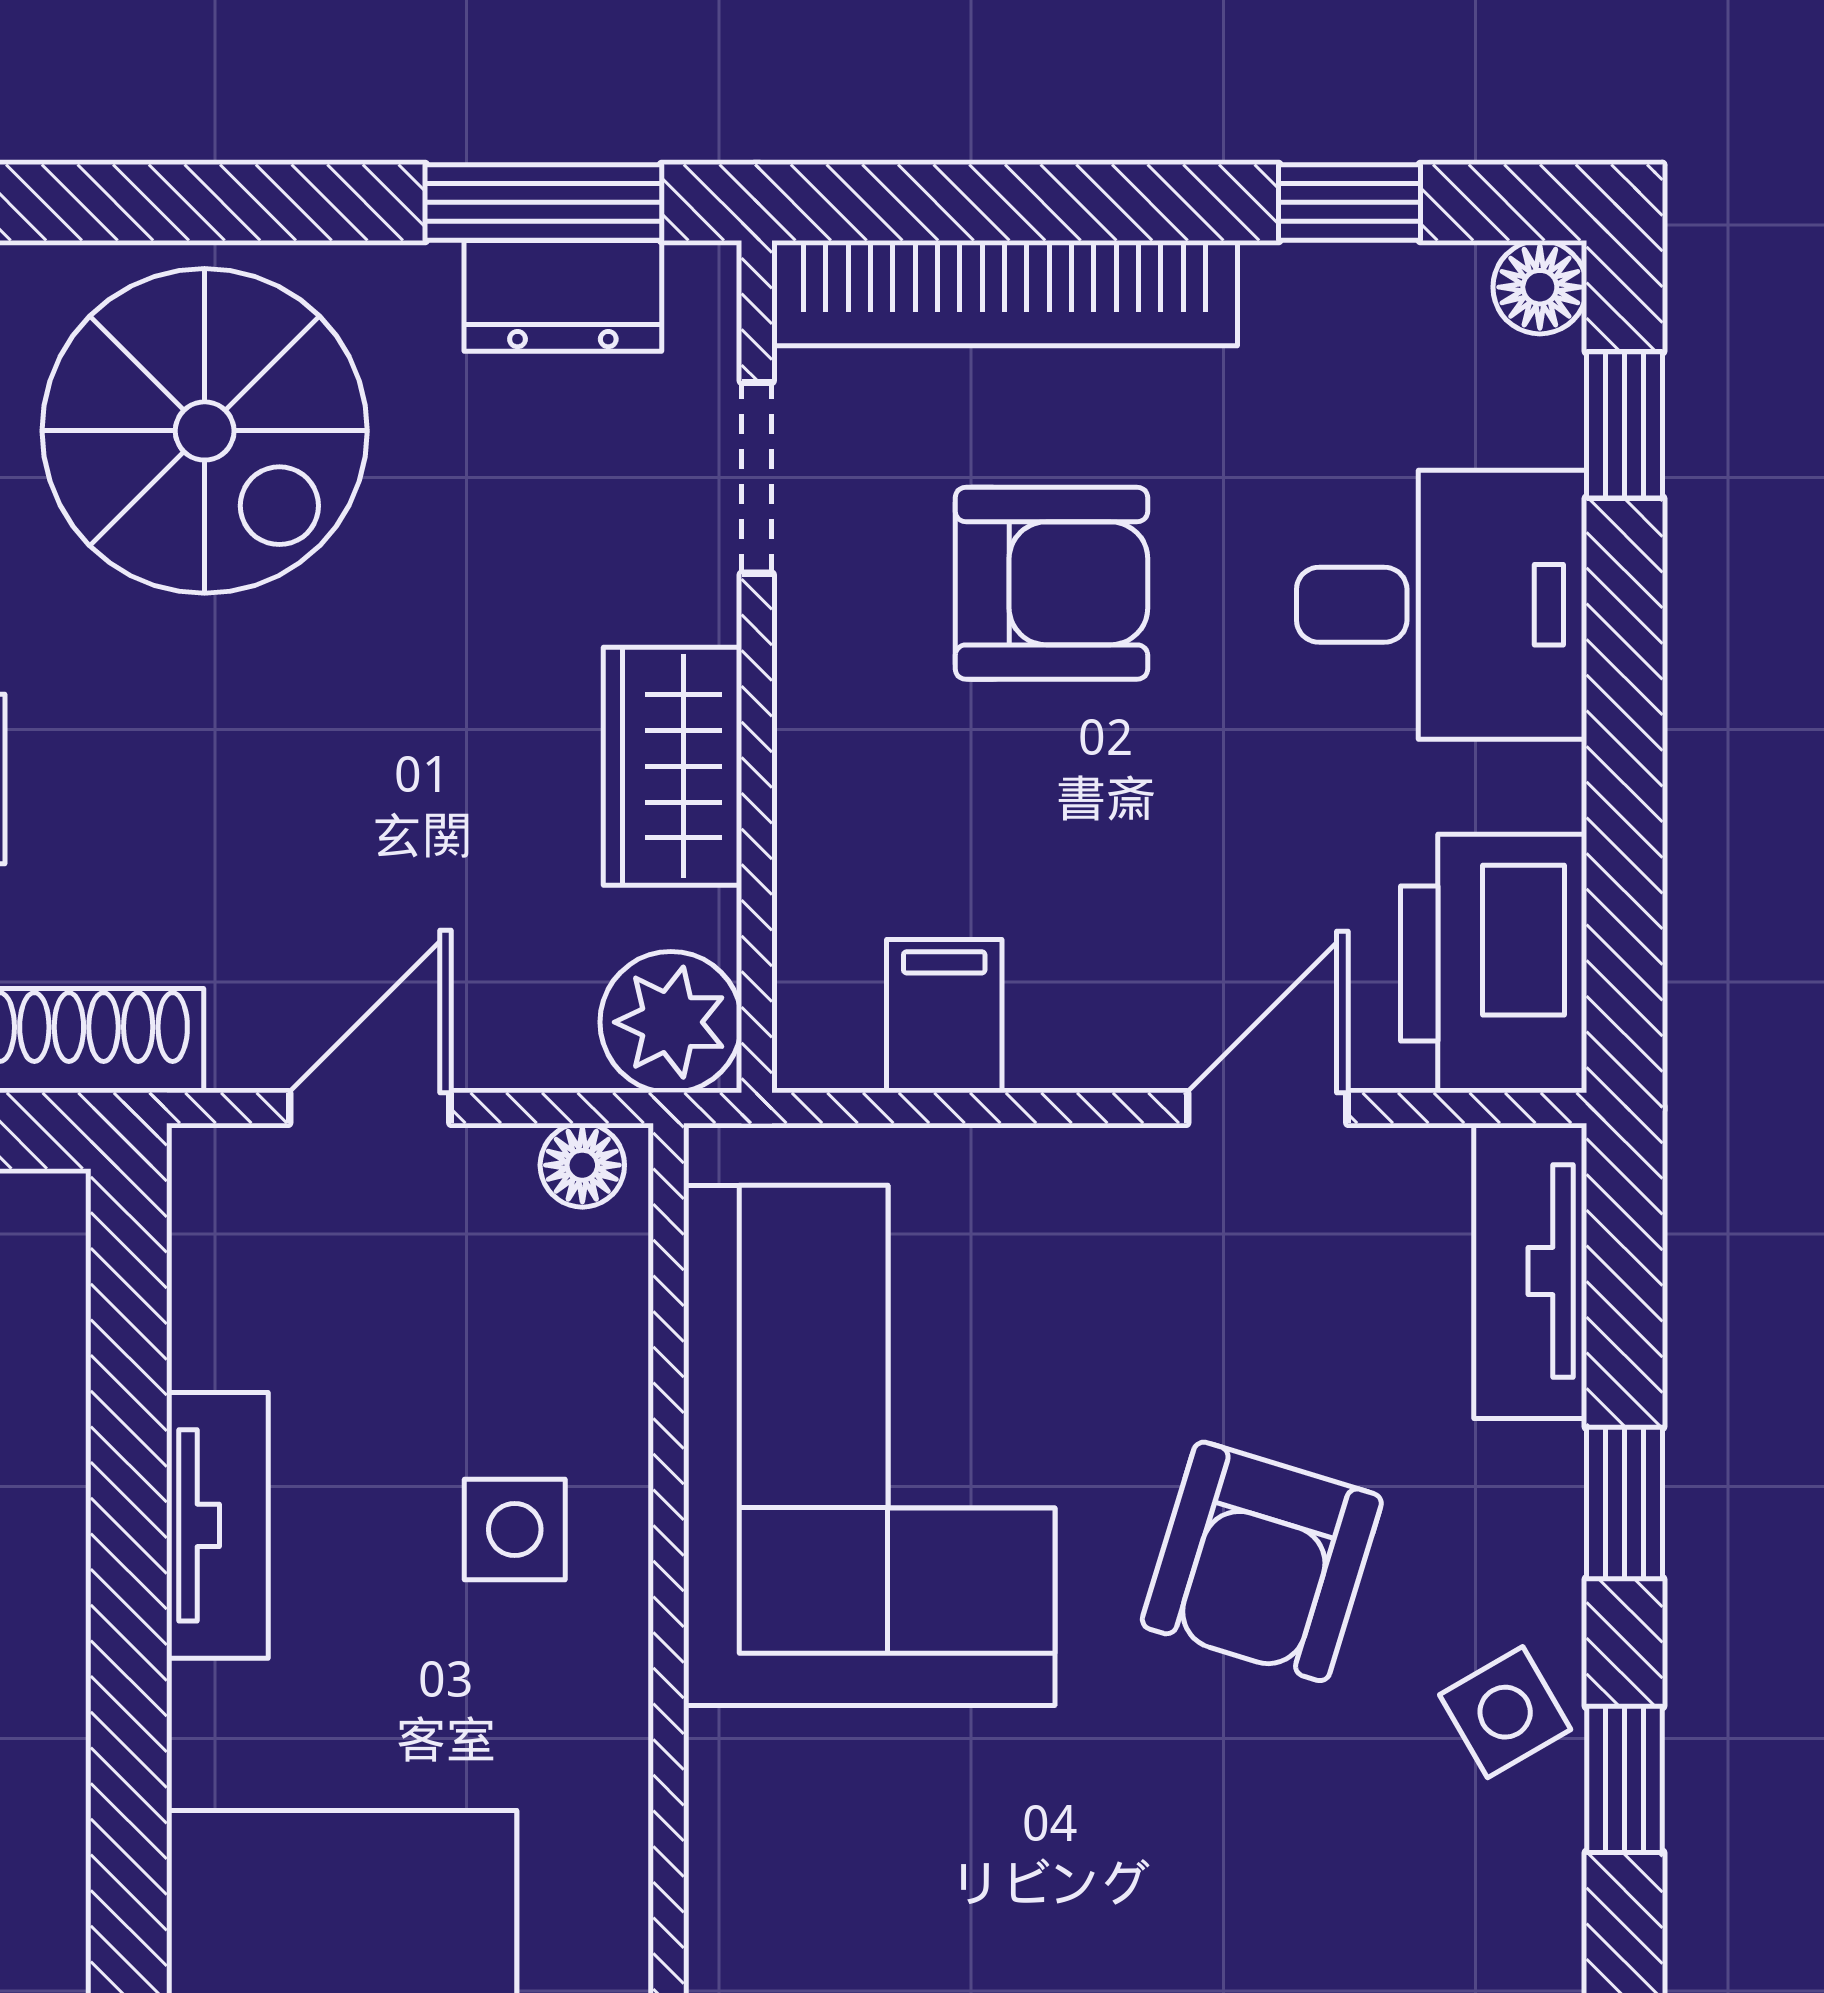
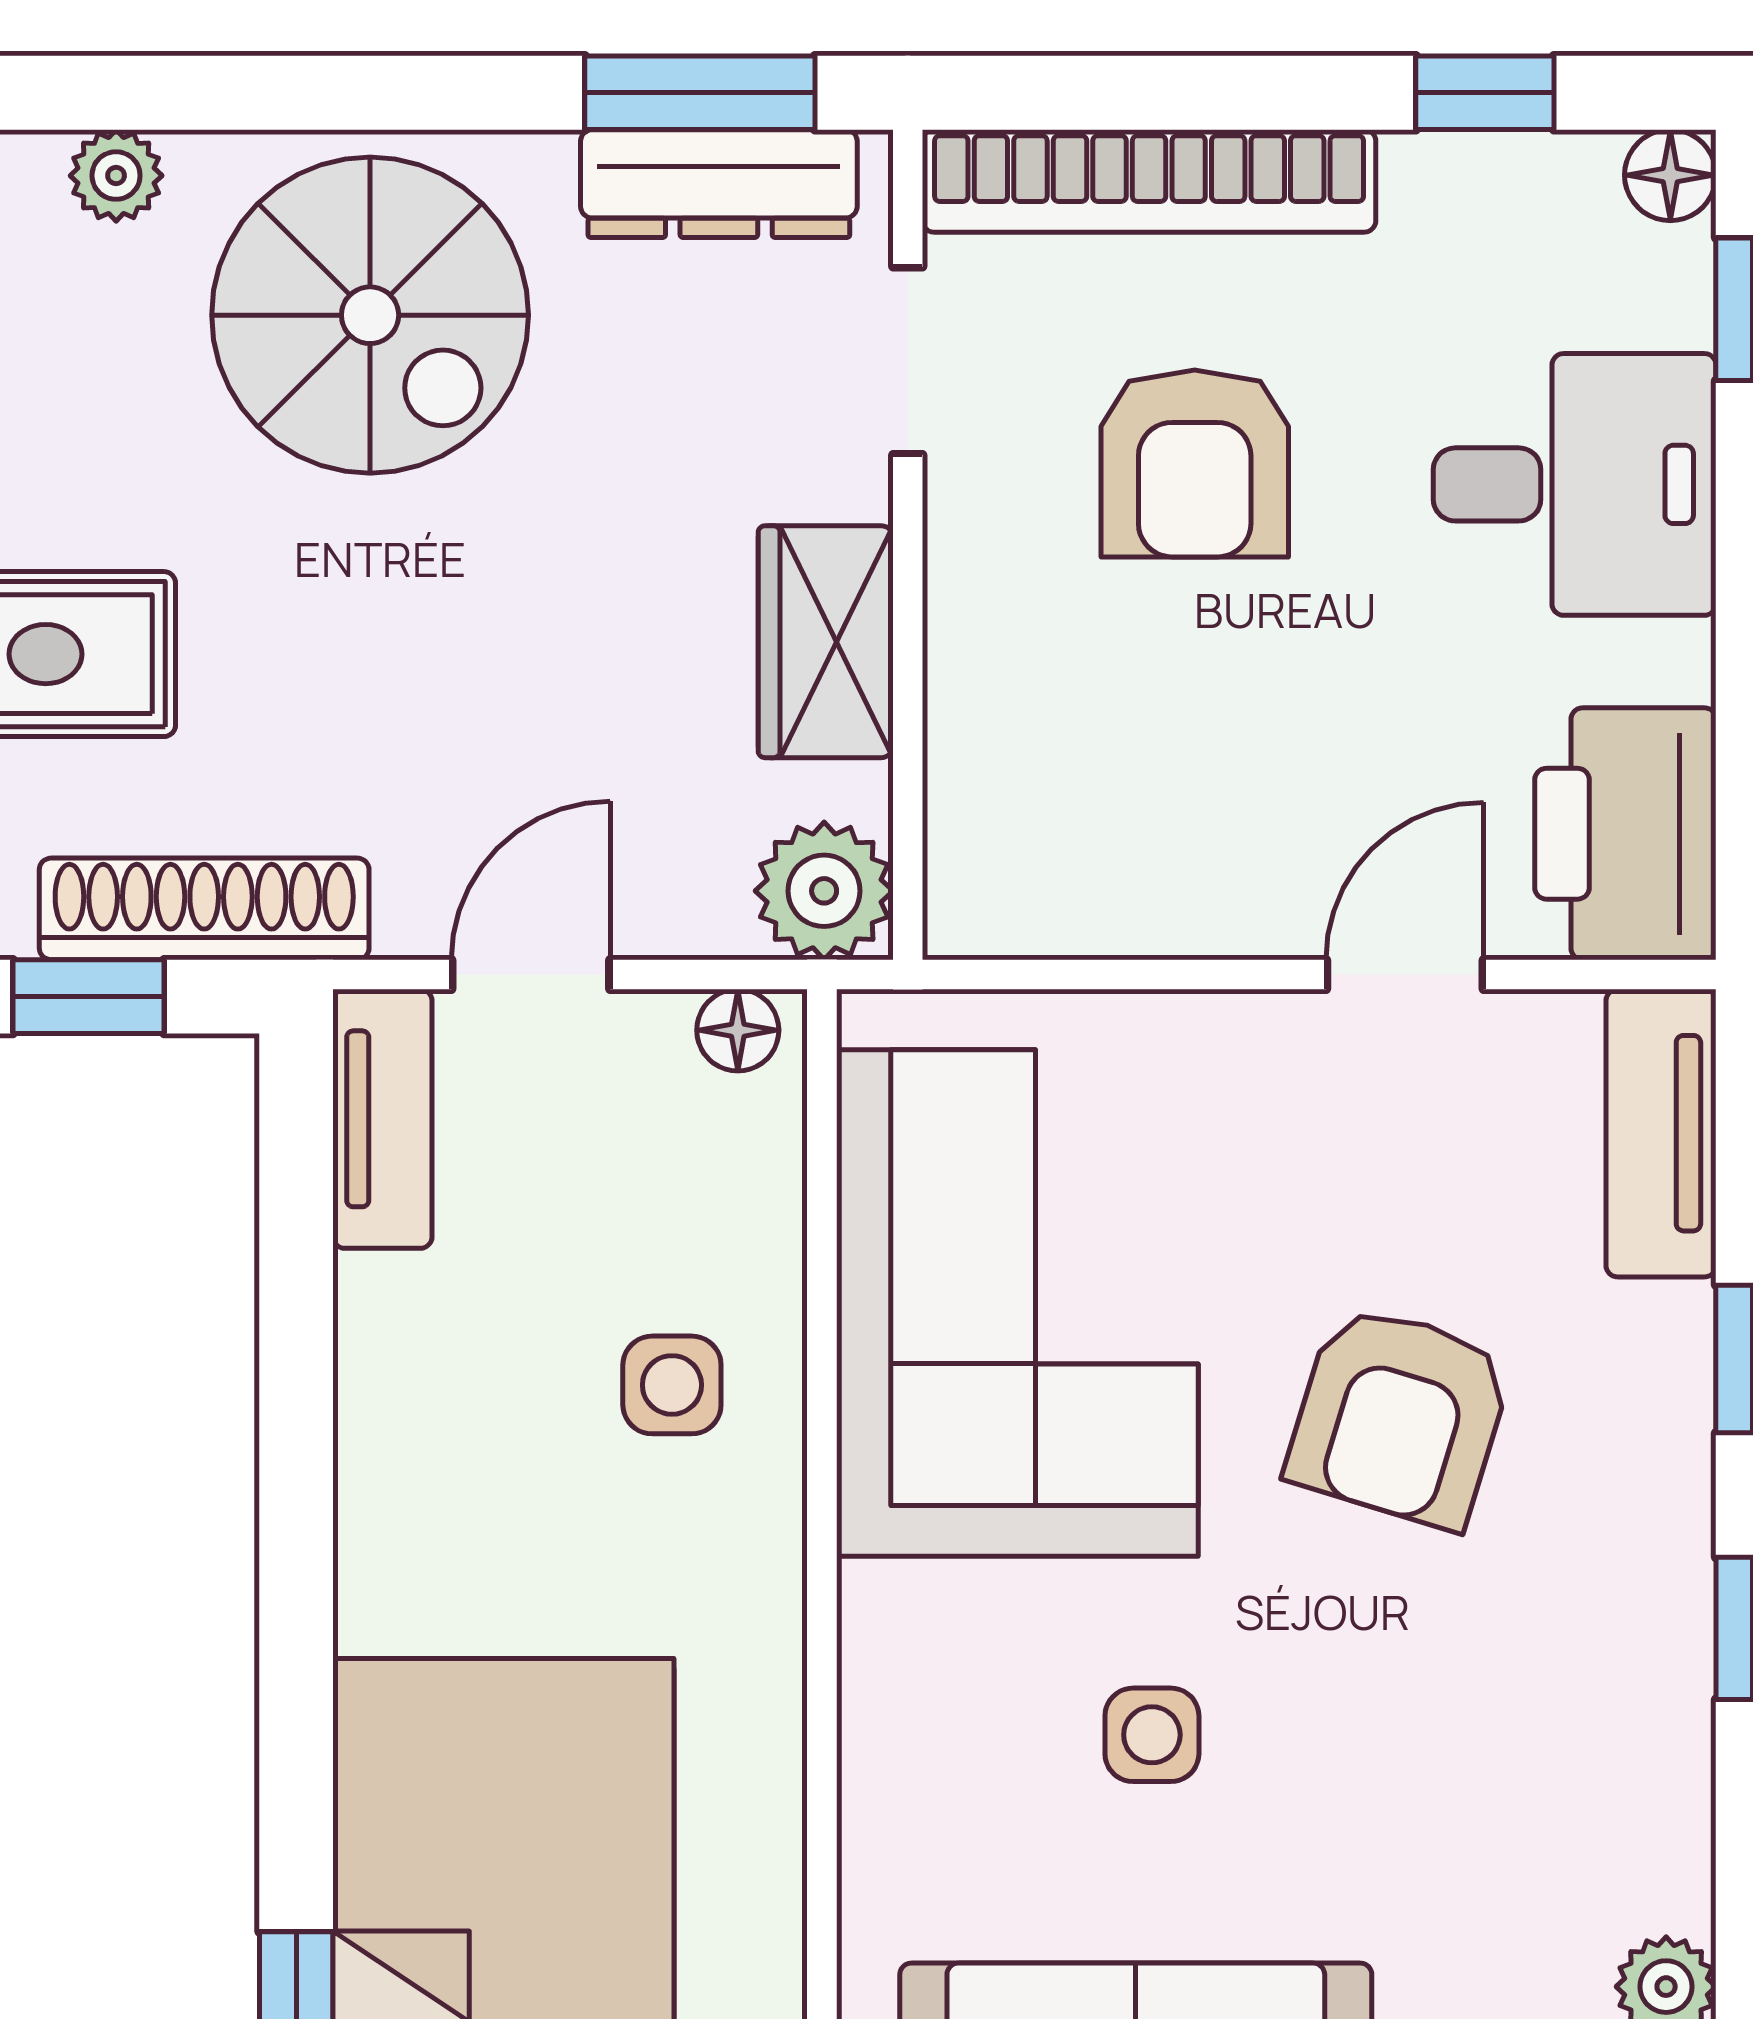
dresser: (563, 296) -> (719, 184), width x1.44
armchair: (1052, 583) -> (1195, 463), turned 90
filing cabinet: (944, 1016) -> (1090, 885), removed
tv unit: (217, 1525) -> (382, 1119), moved
side table: (1505, 1712) -> (1152, 1735), moved, turned 30

